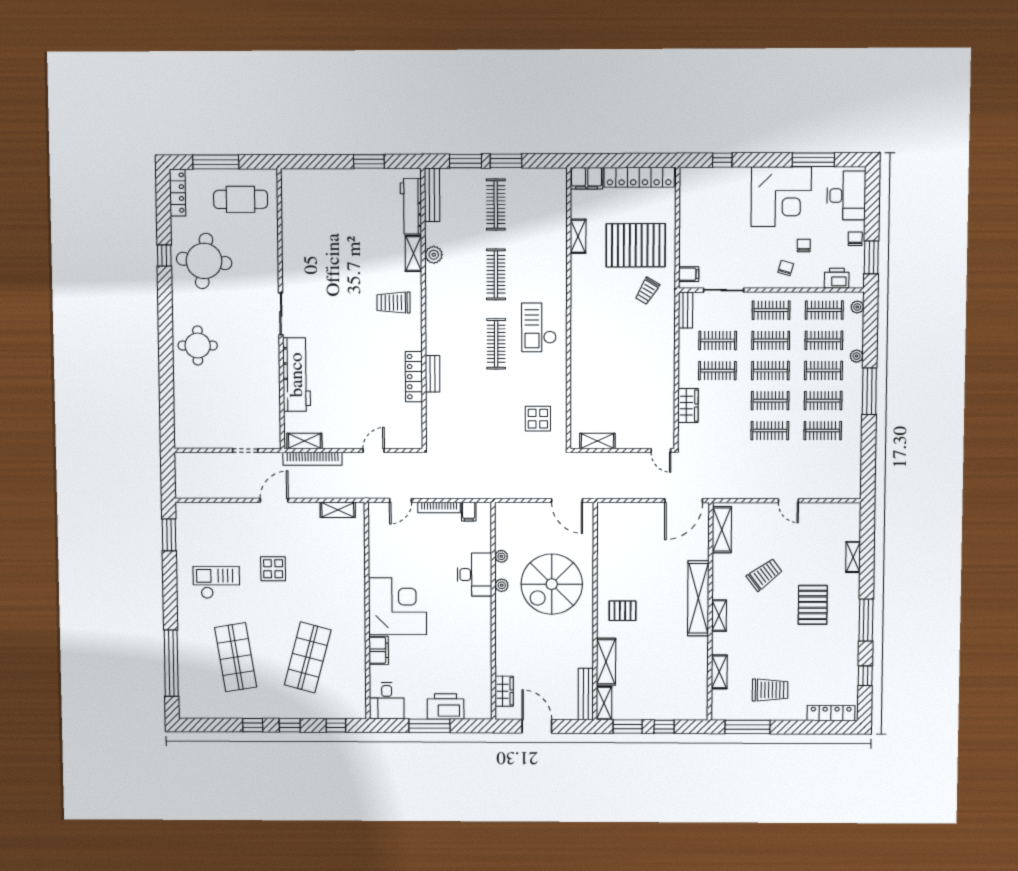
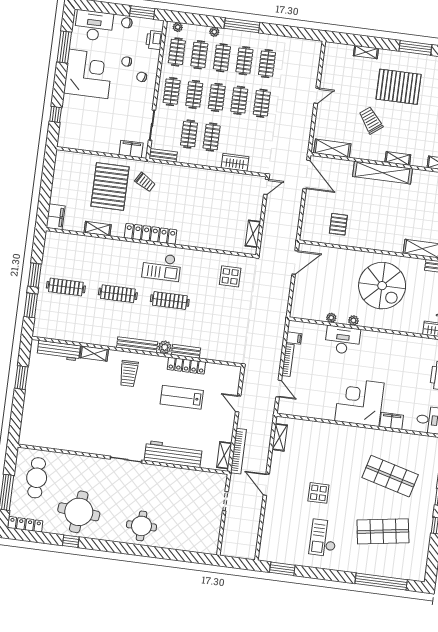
locker: (639, 177) -> (151, 234), moved, turned -90
bench: (432, 195) -> (137, 345), moved
plant: (434, 255) -> (165, 347), moved
filing cabinet: (689, 274) -> (131, 149), width x2.00
lab bench: (372, 376) -> (182, 397), added
spiral stairs: (552, 584) -> (382, 286), moved
pallet: (813, 605) -> (399, 87), width x1.37, depth x1.41
pallet: (623, 611) -> (338, 224), moved

